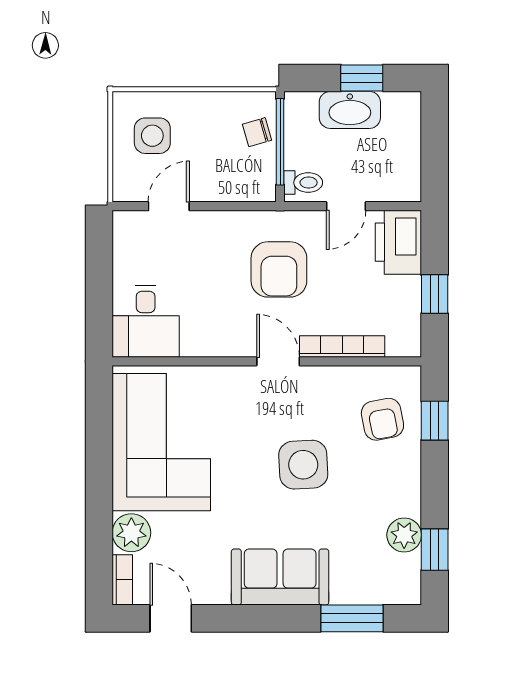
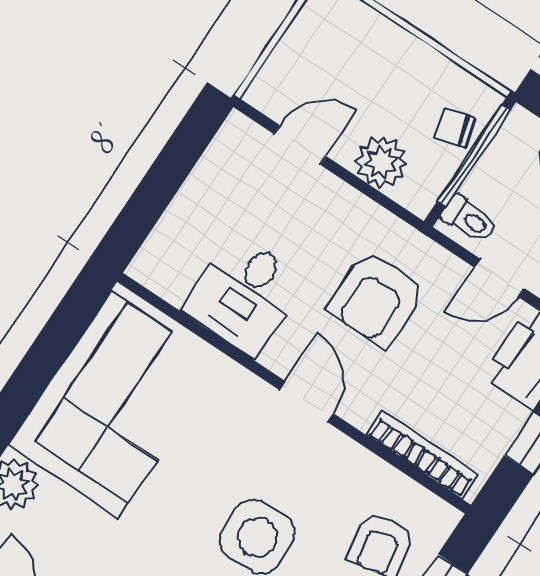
side table: (152, 136) -> (334, 53), removed
plant: (226, 183) -> (382, 162), added
desk: (146, 321) -> (244, 295), moved
bookcase: (342, 347) -> (422, 455), moved

